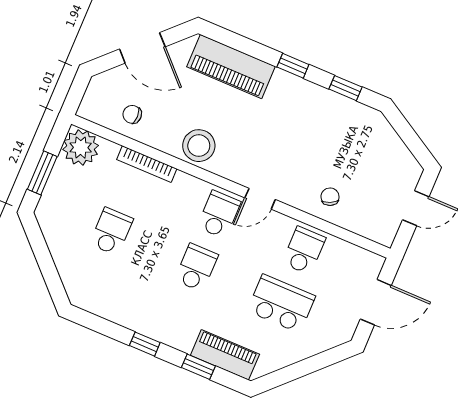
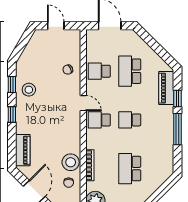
piano: (231, 67) -> (23, 150), width x0.73, depth x0.75
stool: (324, 114) -> (29, 90), added
stool: (199, 146) -> (71, 162), moved
school desk: (111, 231) -> (130, 169), width x1.85
window: (145, 344) -> (177, 129), width x2.17

